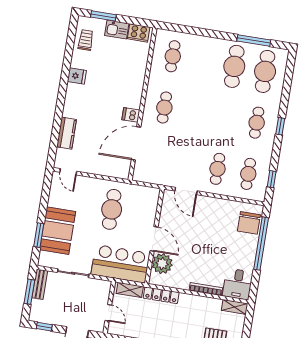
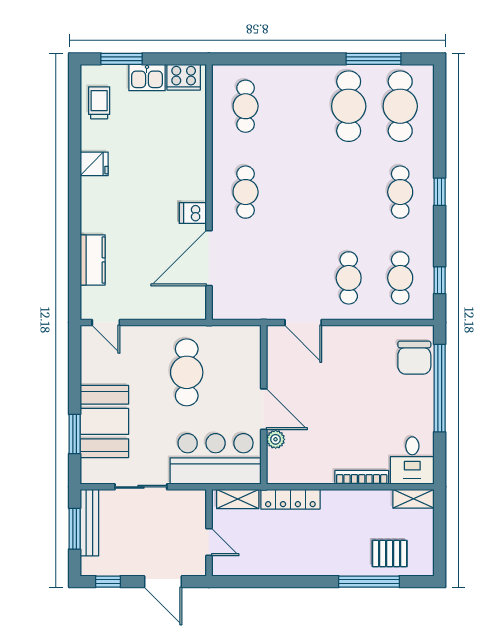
plant: (162, 264) -> (276, 439), width x0.53, depth x0.53
bench: (40, 284) -> (89, 523), width x1.36

